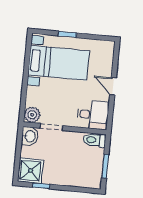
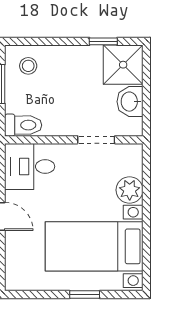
plant: (32, 115) -> (130, 190), moved
washbasin: (30, 136) -> (130, 102), moved
stool: (88, 175) -> (28, 66), added

